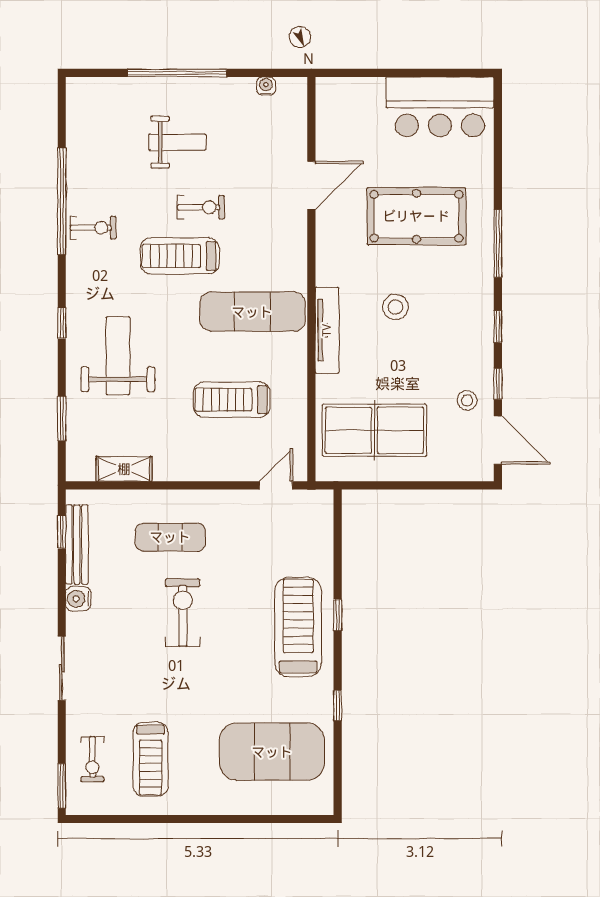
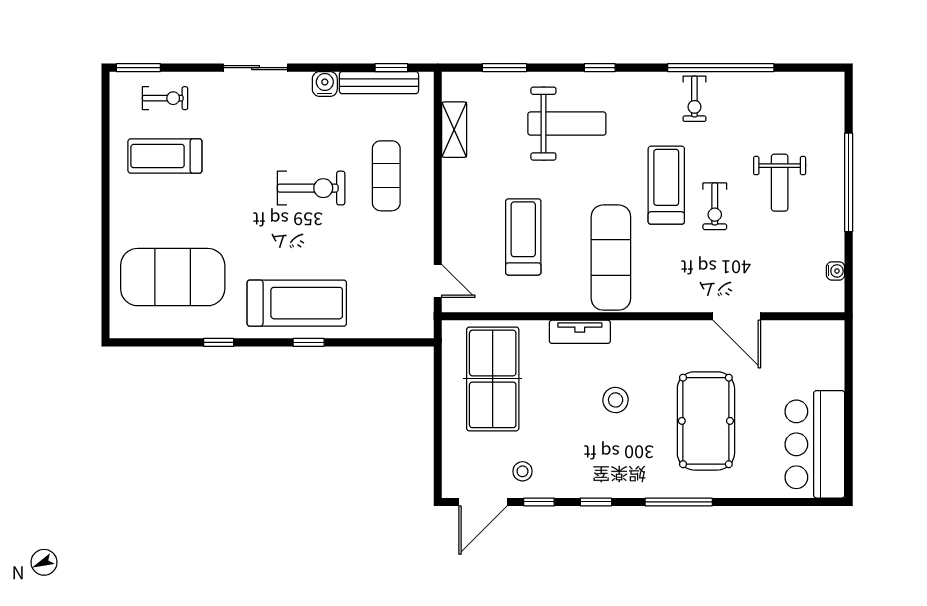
tv unit: (327, 330) -> (580, 332), width x0.71
exercise mat: (272, 752) -> (173, 277), turned 90
exercise bike: (92, 759) -> (165, 98), turned 180

